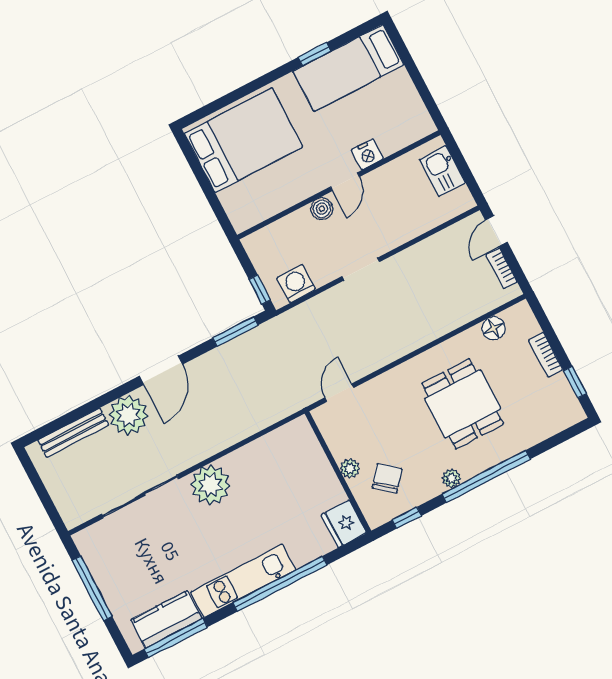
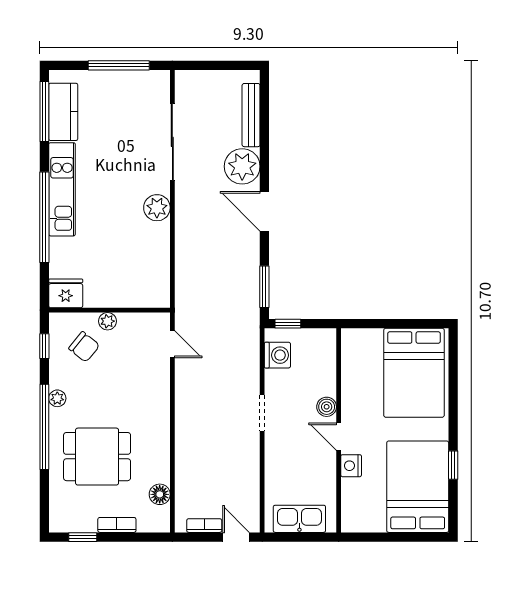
bed: (348, 68) -> (418, 487), width x1.50
kitchen sink: (442, 171) -> (299, 519), width x1.38
dining table: (463, 404) -> (97, 457), moved
plant: (210, 485) -> (157, 208), width x0.73, depth x0.73

